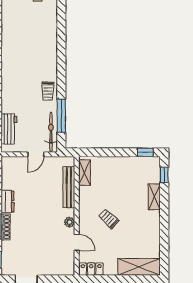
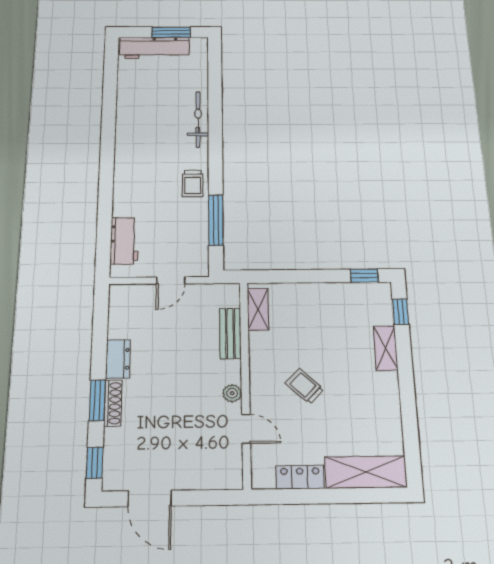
bicycle: (51, 132) -> (198, 119), moved
bench: (69, 187) -> (230, 333), width x0.73
locker: (91, 269) -> (300, 477), moved

